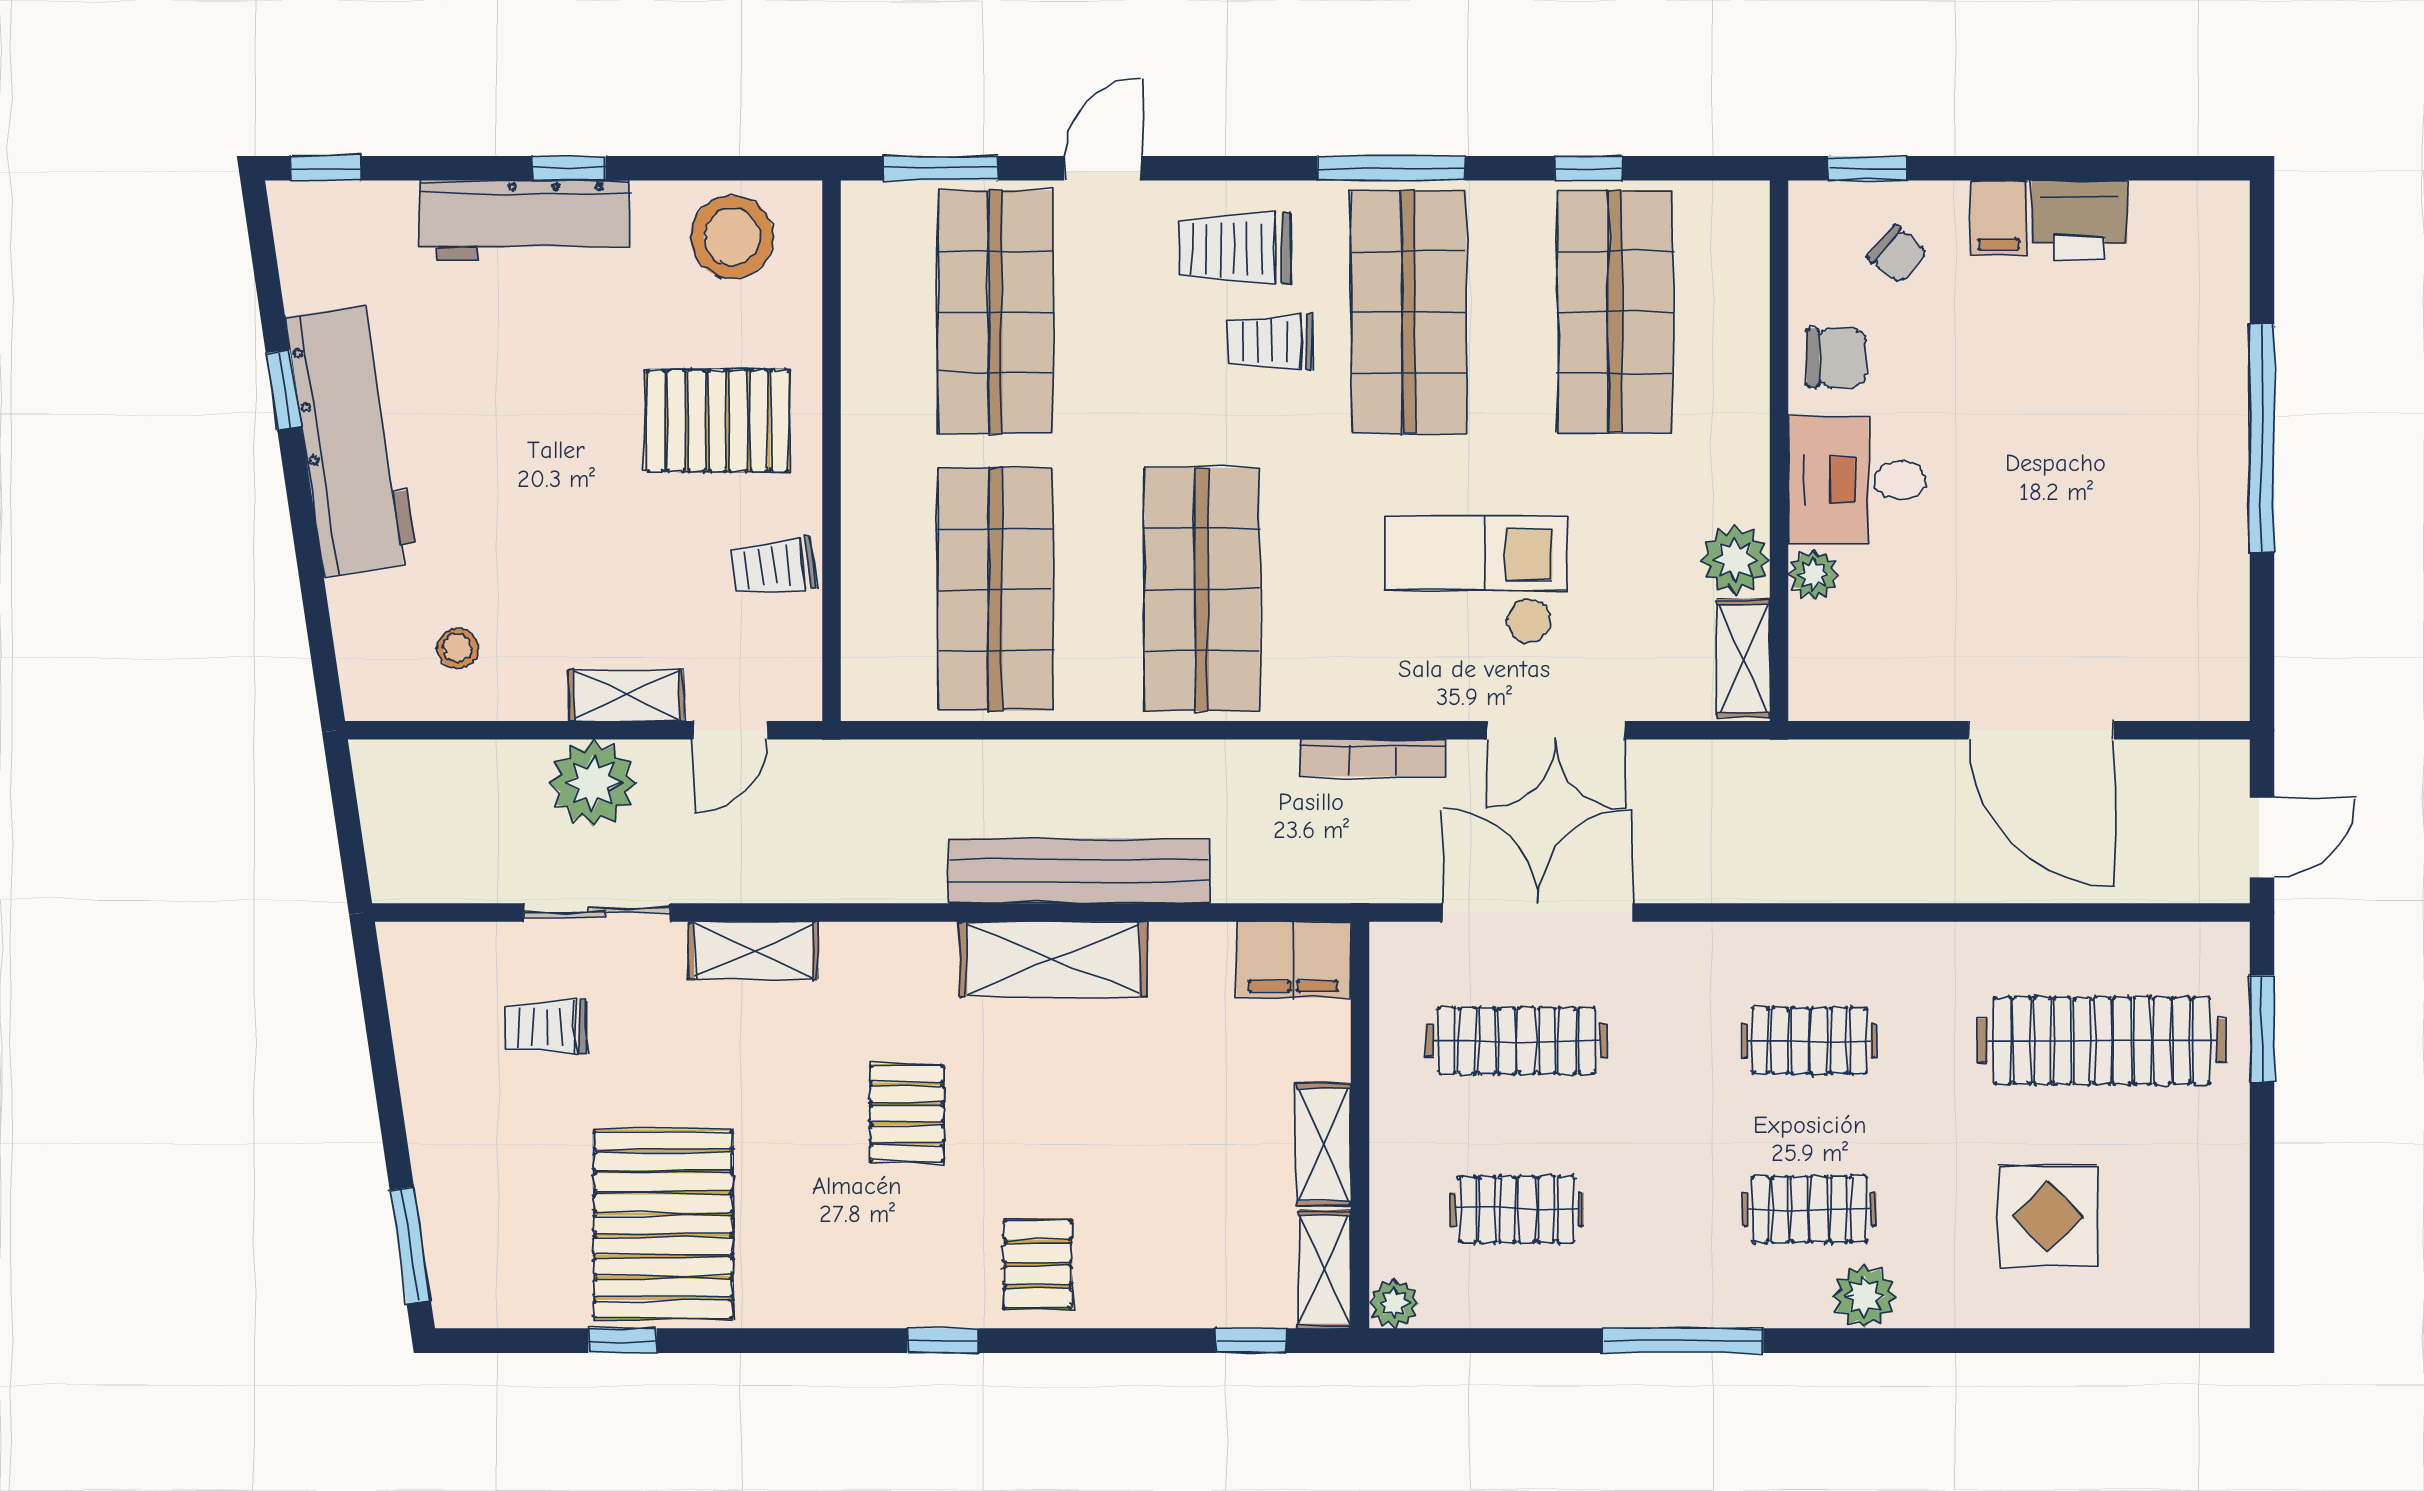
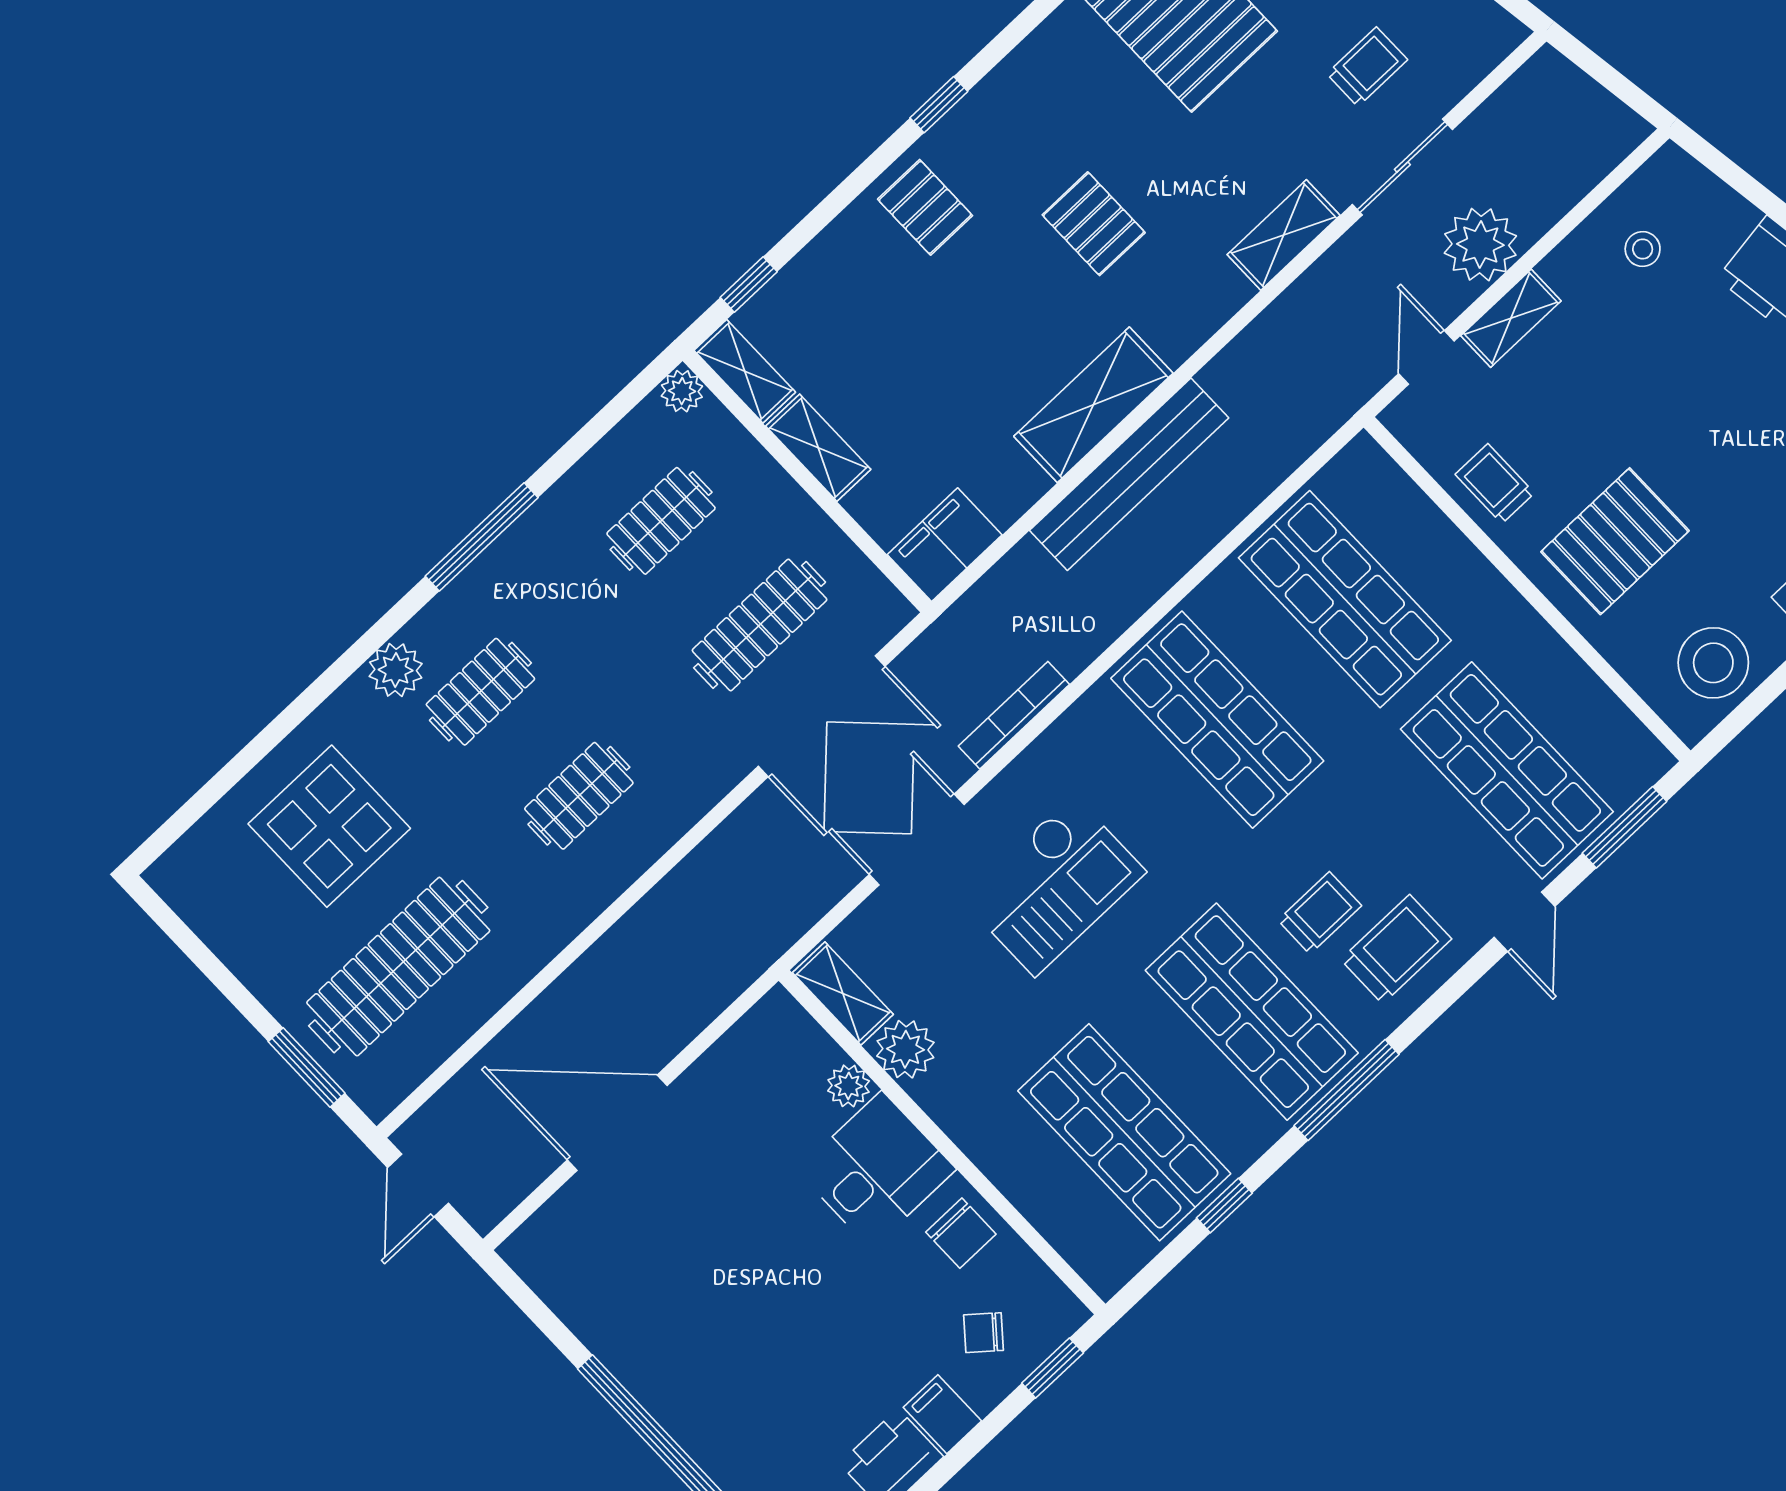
chair: (1836, 358) -> (961, 1233), turned -90
trolley: (774, 567) -> (1495, 484), turned -83
display table: (2048, 1217) -> (329, 826), width x1.36, depth x1.36

